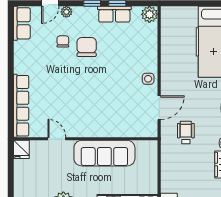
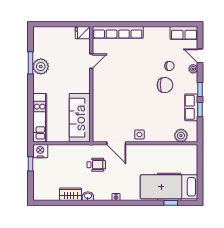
plant: (149, 14) -> (181, 136), moved
sofa: (104, 153) -> (80, 118), moved

